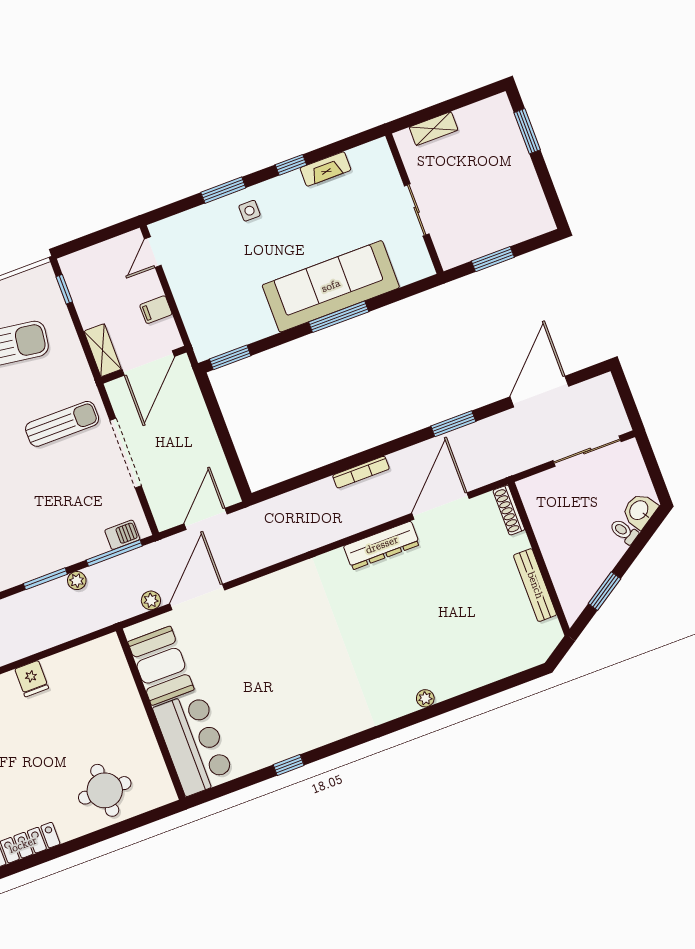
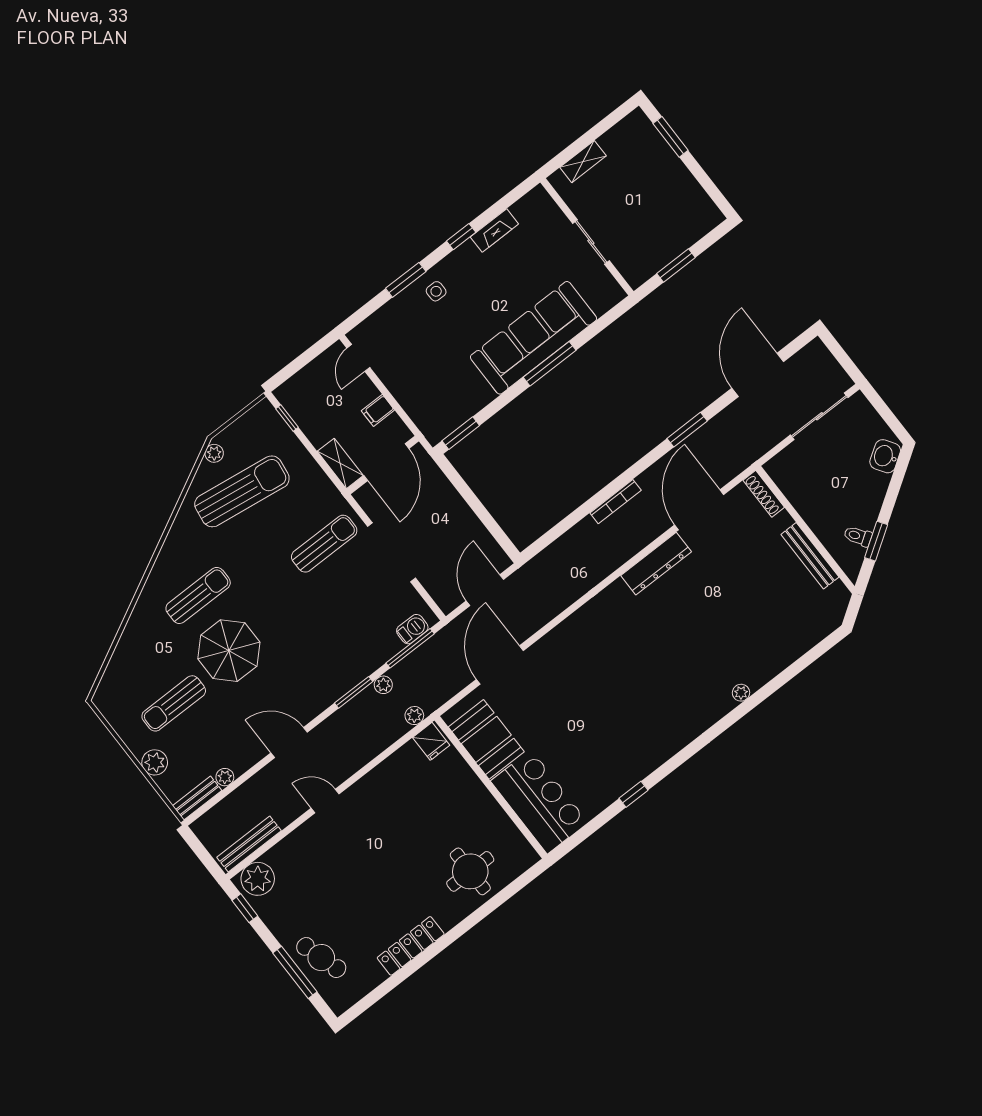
toilet: (624, 532) -> (858, 536), moved
plant: (151, 600) -> (414, 716), moved
fridge: (32, 679) -> (431, 741), moved

